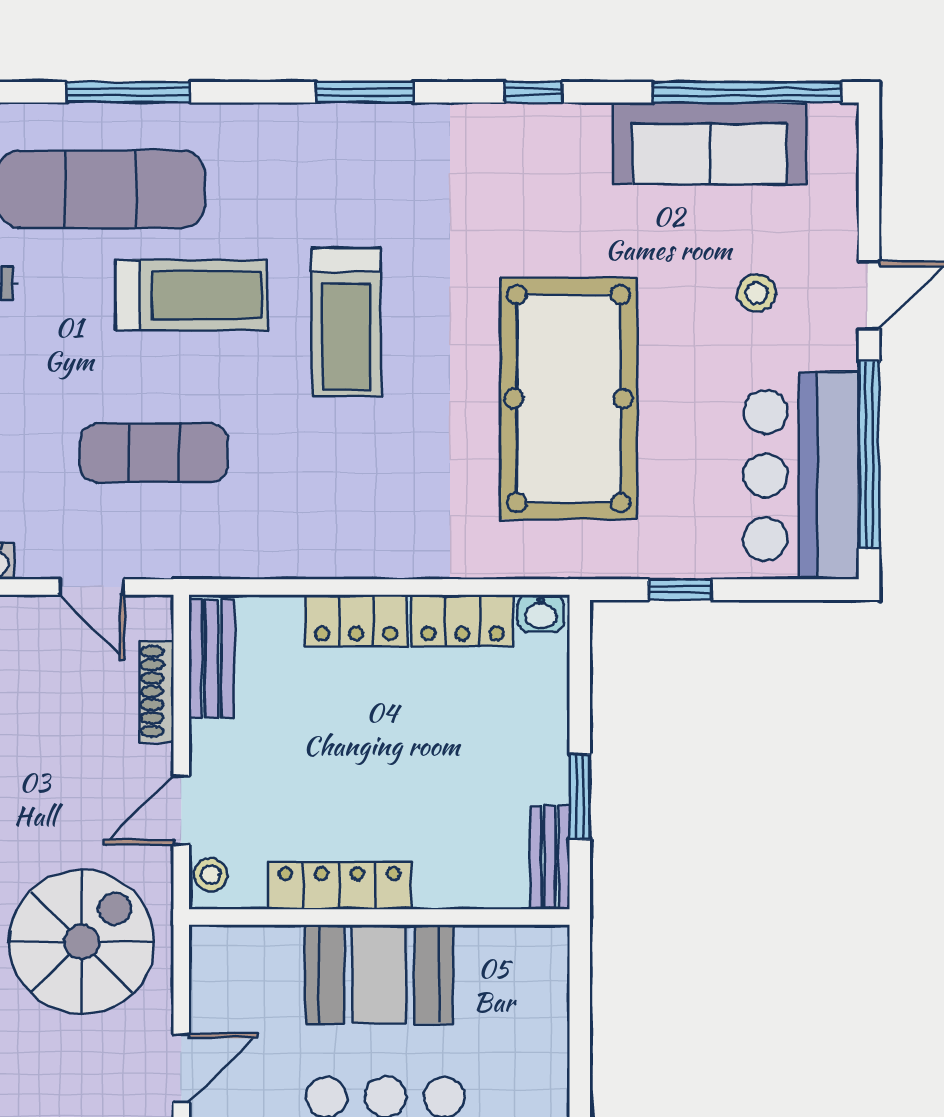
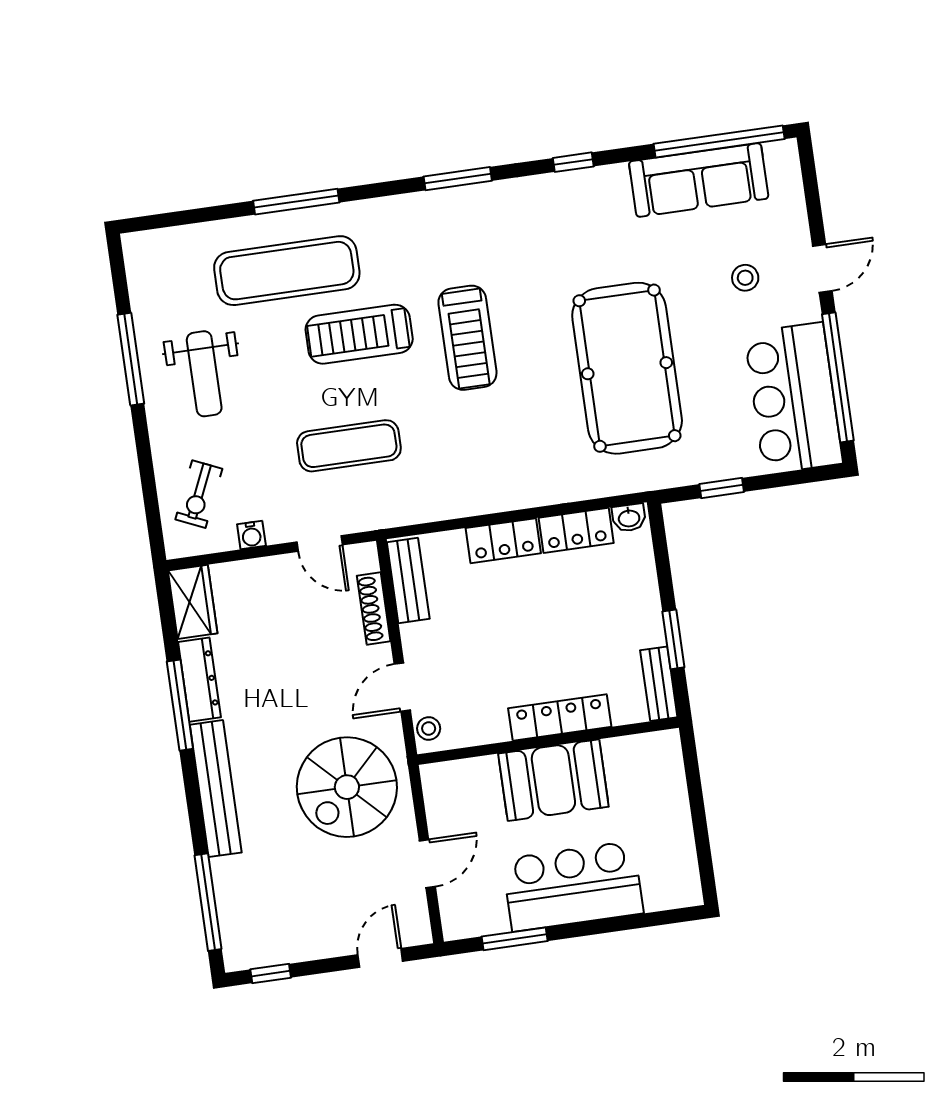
treadmill: (191, 295) -> (359, 334), turned 180
locker: (339, 886) -> (560, 717), moved
spiral stairs: (82, 942) -> (347, 787), turned 180

